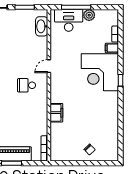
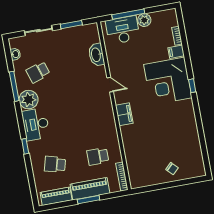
washbasin: (42, 26) -> (96, 55), moved
door: (49, 66) -> (110, 85), swing flipped
school desk: (27, 85) -> (98, 156), moved
filing cabinet: (56, 113) -> (124, 114), moved

